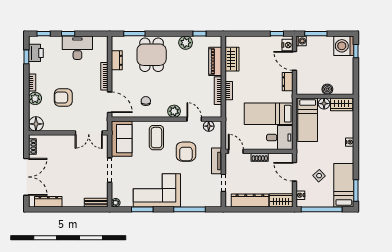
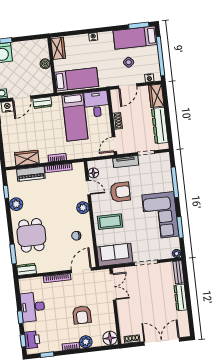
printer: (36, 53) -> (32, 340), moved, turned 90
dining table: (152, 55) -> (31, 235), turned 90
dresser: (117, 60) -> (26, 270), moved
floor lamp: (324, 104) -> (59, 65), removed
door: (194, 119) -> (88, 188), swing flipped
dresser: (48, 202) -> (181, 297), moved

